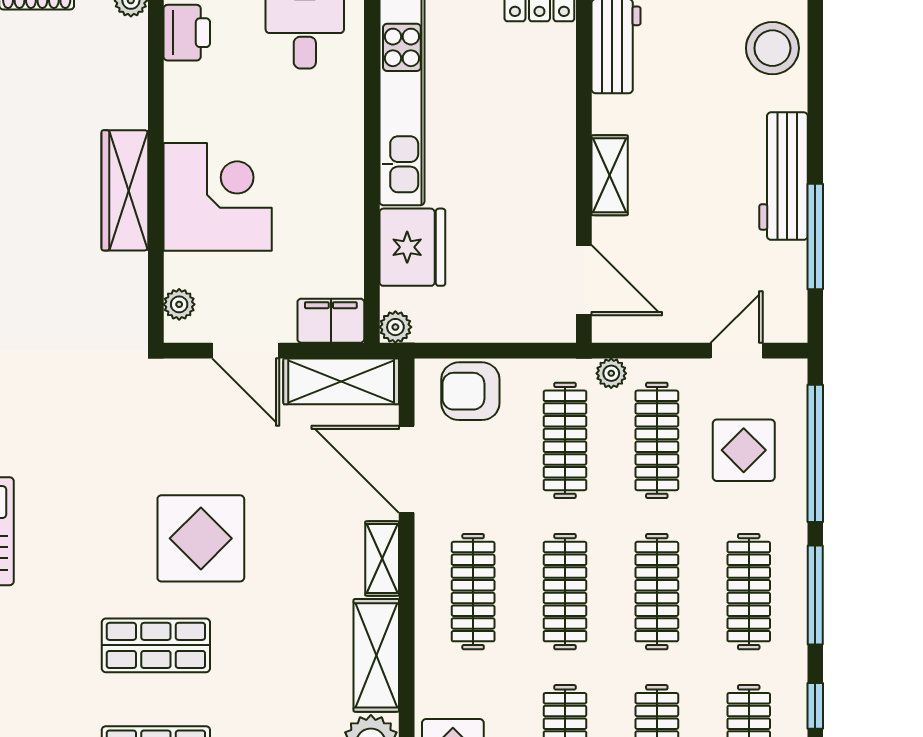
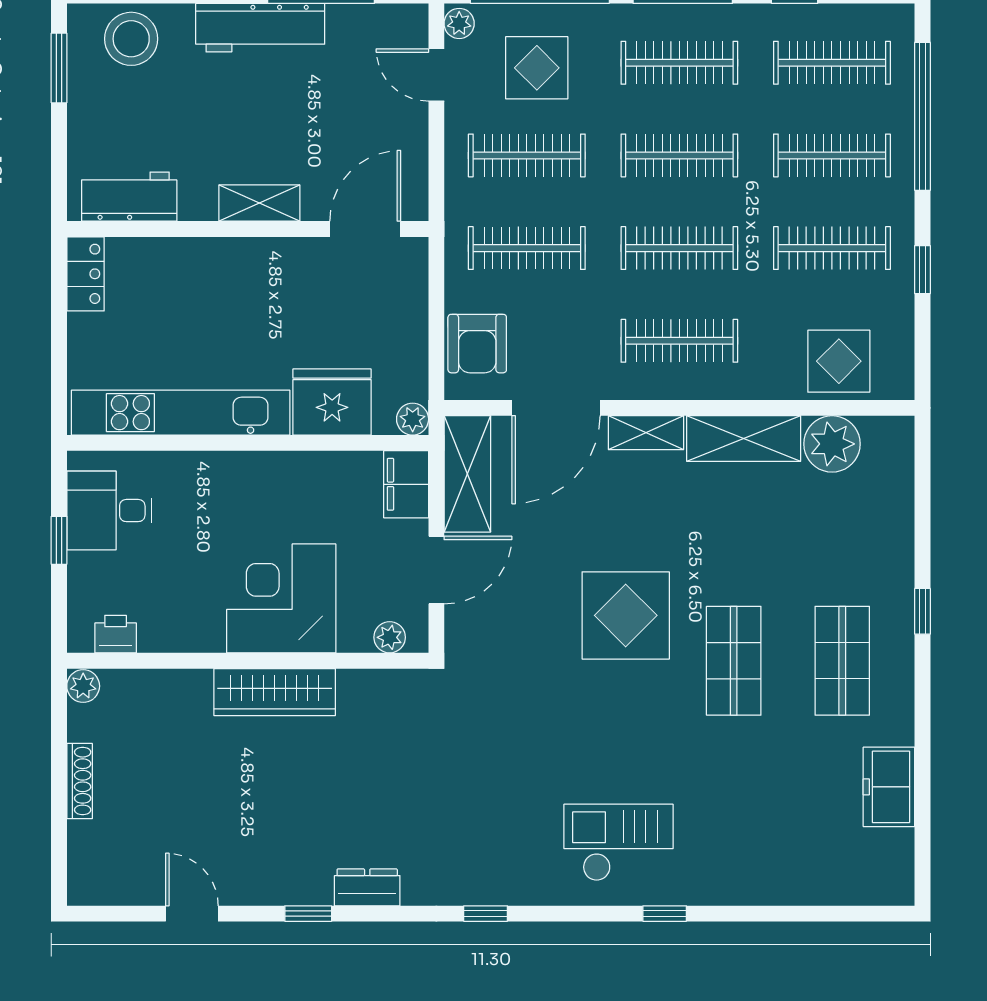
printer: (187, 33) -> (116, 634), width x0.73, depth x0.81
plant: (611, 373) -> (459, 23), moved

